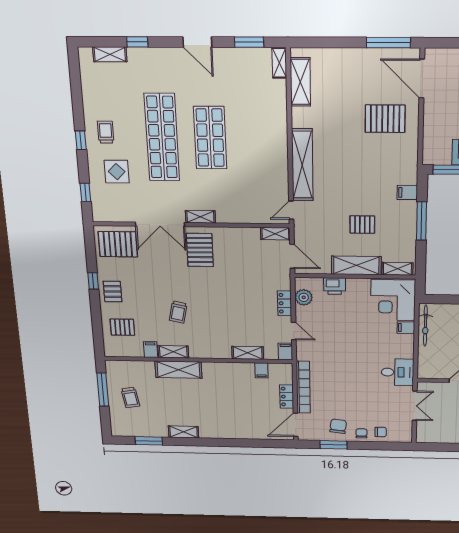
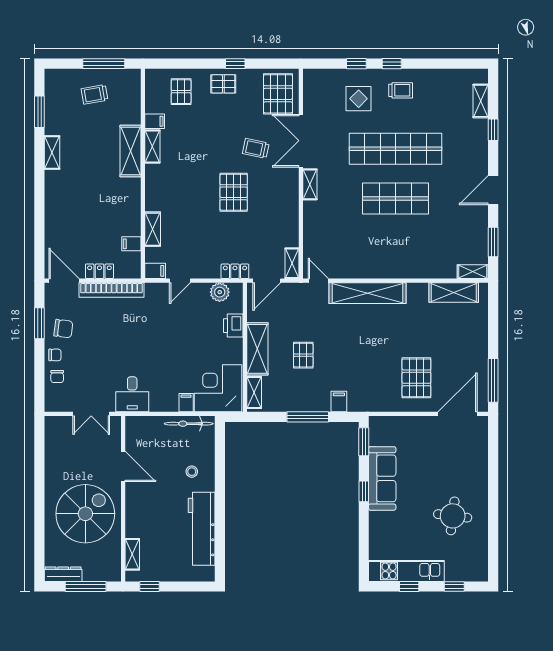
window: (85, 192) -> (356, 64), moved
pallet: (200, 250) -> (234, 192), moved, turned 90
locker: (285, 303) -> (235, 271), moved
trolley: (178, 312) -> (256, 148), moved

